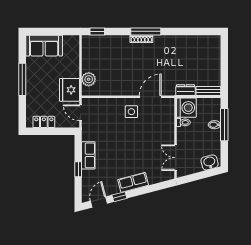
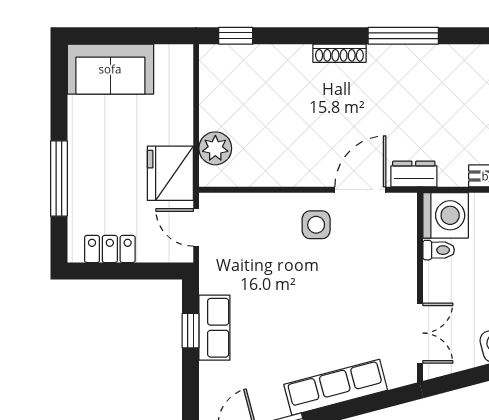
window: (146, 31) -> (403, 36), moved
window: (22, 79) -> (59, 179), moved
dresser: (186, 90) -> (414, 174), moved
double door: (175, 158) -> (420, 333), swing flipped
window: (78, 169) -> (190, 331), moved
row of seats: (133, 182) -> (336, 387), width x1.48

